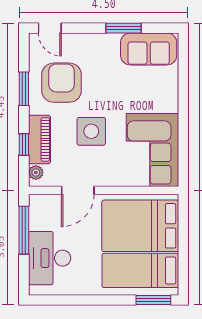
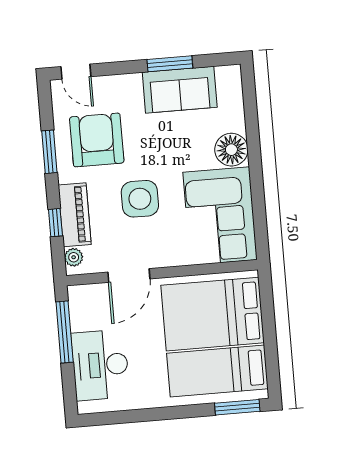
sofa: (149, 49) -> (180, 90), moved
floor lamp: (166, 99) -> (231, 150), added

